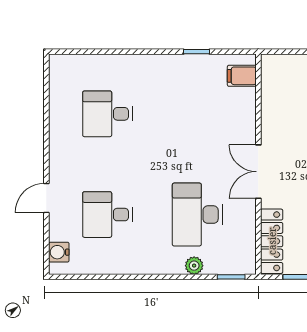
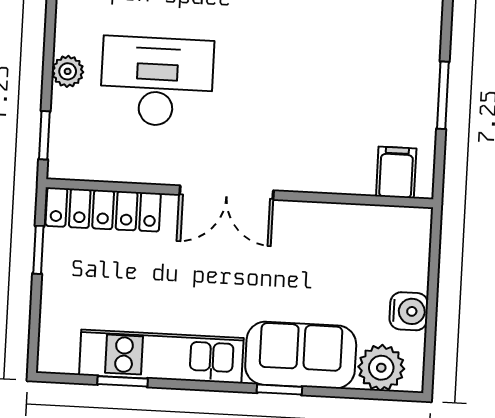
window: (196, 52) -> (443, 95), width x1.50
double door: (258, 172) -> (227, 193), swing flipped

